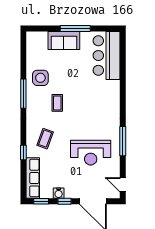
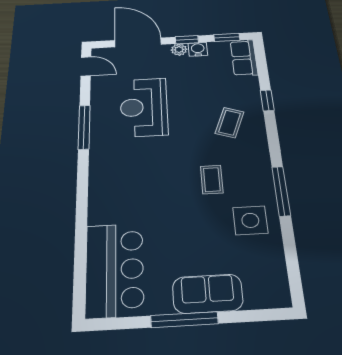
reception desk: (91, 153) -> (144, 107), turned -90
row of seats: (33, 178) -> (244, 58), width x0.68
plant: (69, 194) -> (179, 50), added

